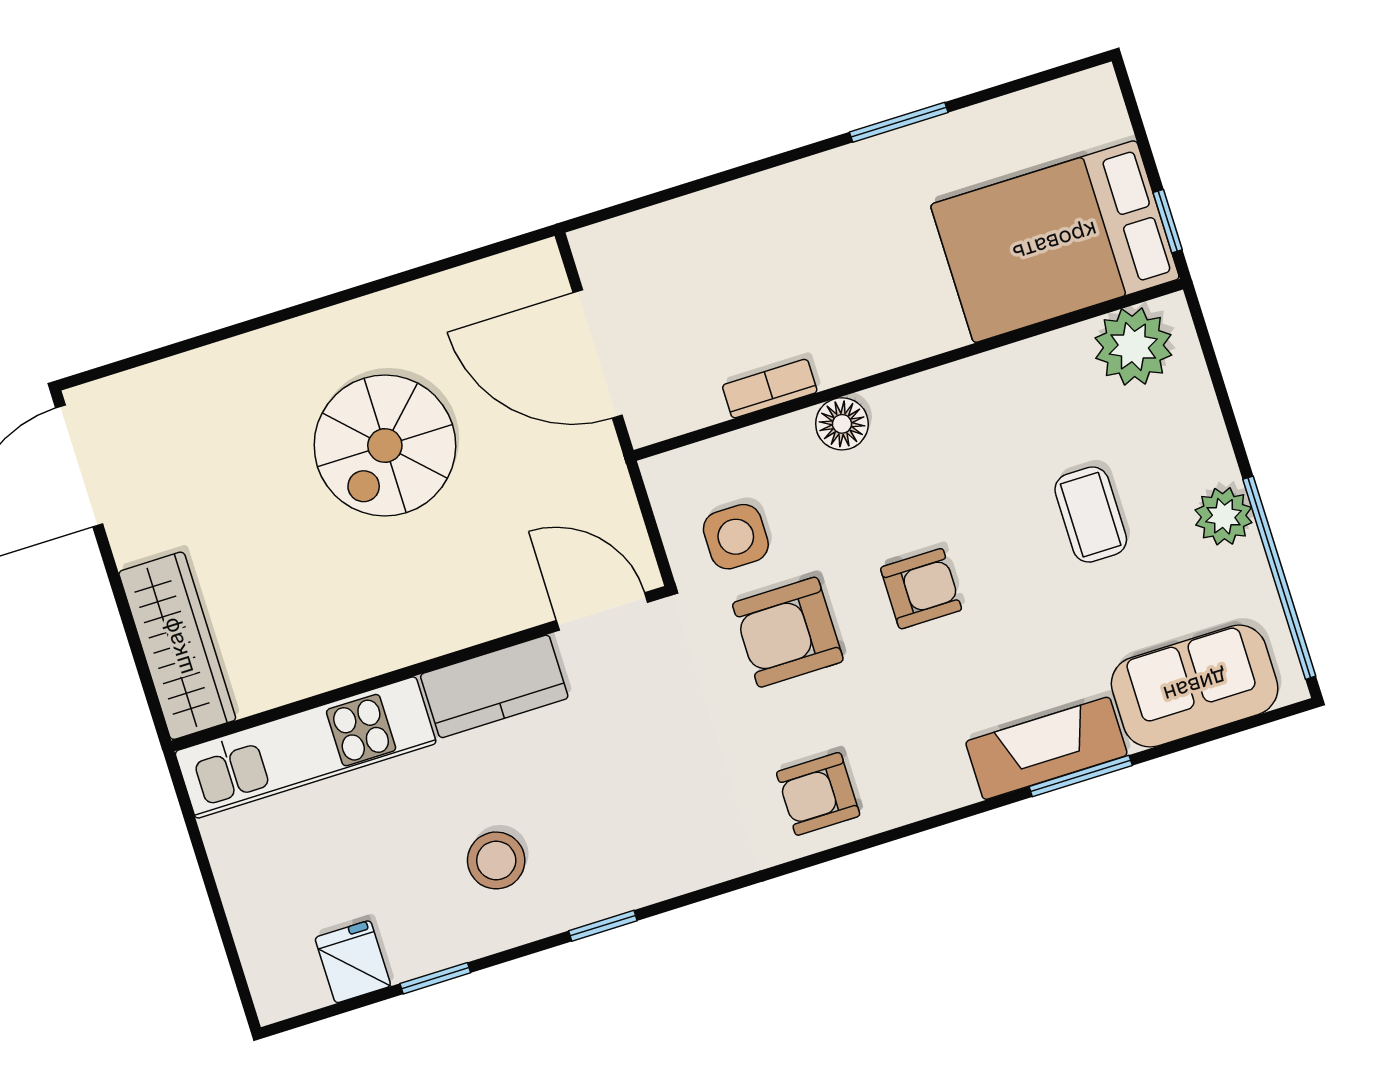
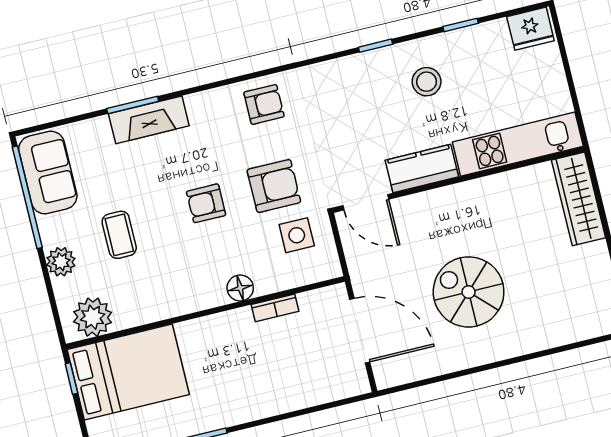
spiral stairs: (385, 446) -> (469, 292), turned -90
plant: (1224, 516) -> (61, 262), moved
sofa: (1195, 686) -> (48, 173), moved, turned -90
fridge: (353, 962) -> (530, 29), moved, width x1.38

